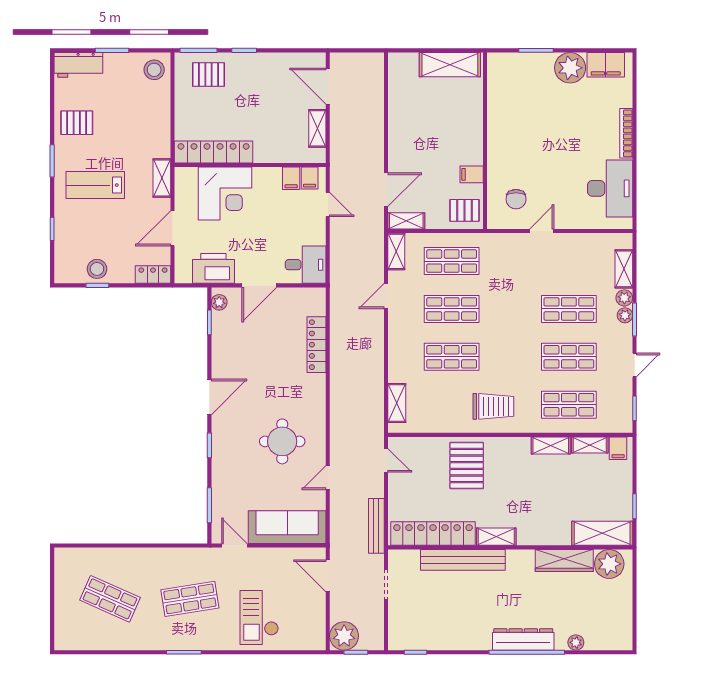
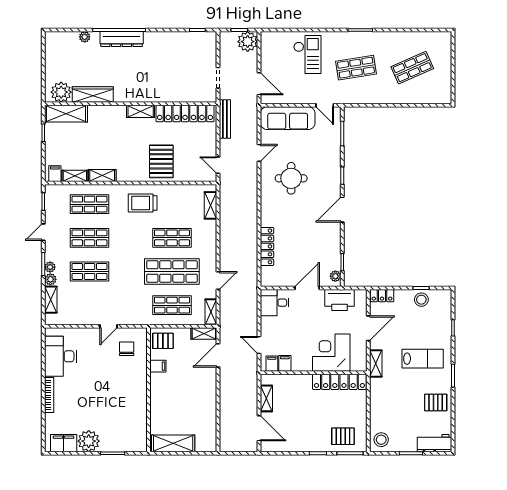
shop shelf: (452, 309) -> (172, 271), width x1.43, depth x1.36
bench: (463, 560) -> (164, 95), removed
shop shelf: (110, 599) -> (412, 68), turned -48

